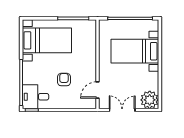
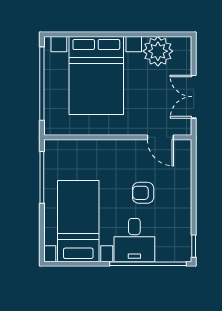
bed with nightstands: (135, 51) -> (96, 75), width x1.36
desk: (35, 97) -> (134, 240), moved
plant: (150, 100) -> (158, 51), moved

